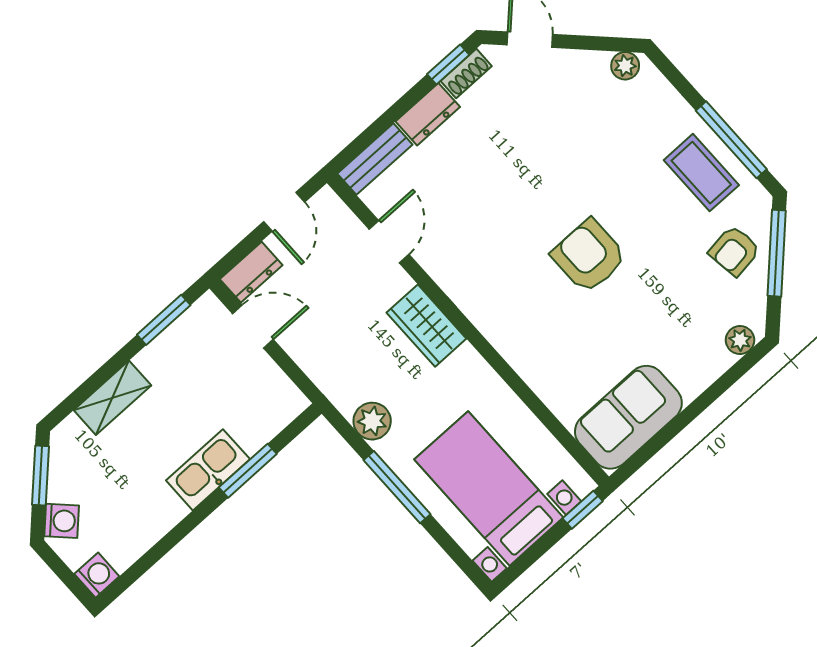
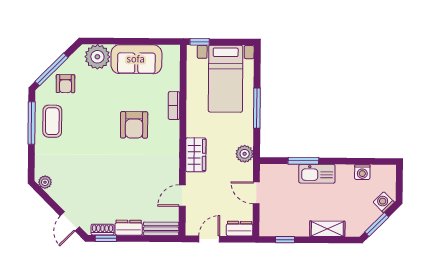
armchair: (734, 251) -> (65, 84), turned 98
armchair: (589, 256) -> (134, 125), moved
window: (164, 320) -> (285, 240), width x0.67
door: (253, 326) -> (256, 193), moved
plant: (740, 340) -> (97, 57), width x1.88, depth x1.88
bookcase: (531, 372) -> (174, 106), added
sofa: (628, 417) -> (136, 59), moved
plant: (372, 421) -> (245, 154), moved
washing machine: (97, 575) -> (362, 172), moved, turned -90

